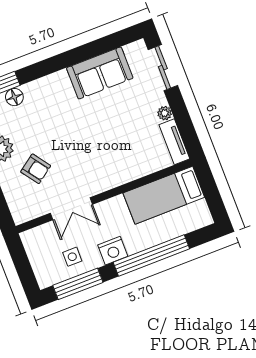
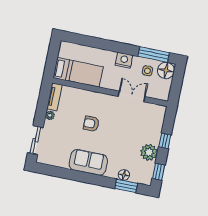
sofa: (100, 73) -> (88, 162), moved
armchair: (36, 169) -> (91, 124), moved, turned -54
window: (151, 255) -> (105, 45), removed
floor lamp: (48, 273) -> (166, 70), added

